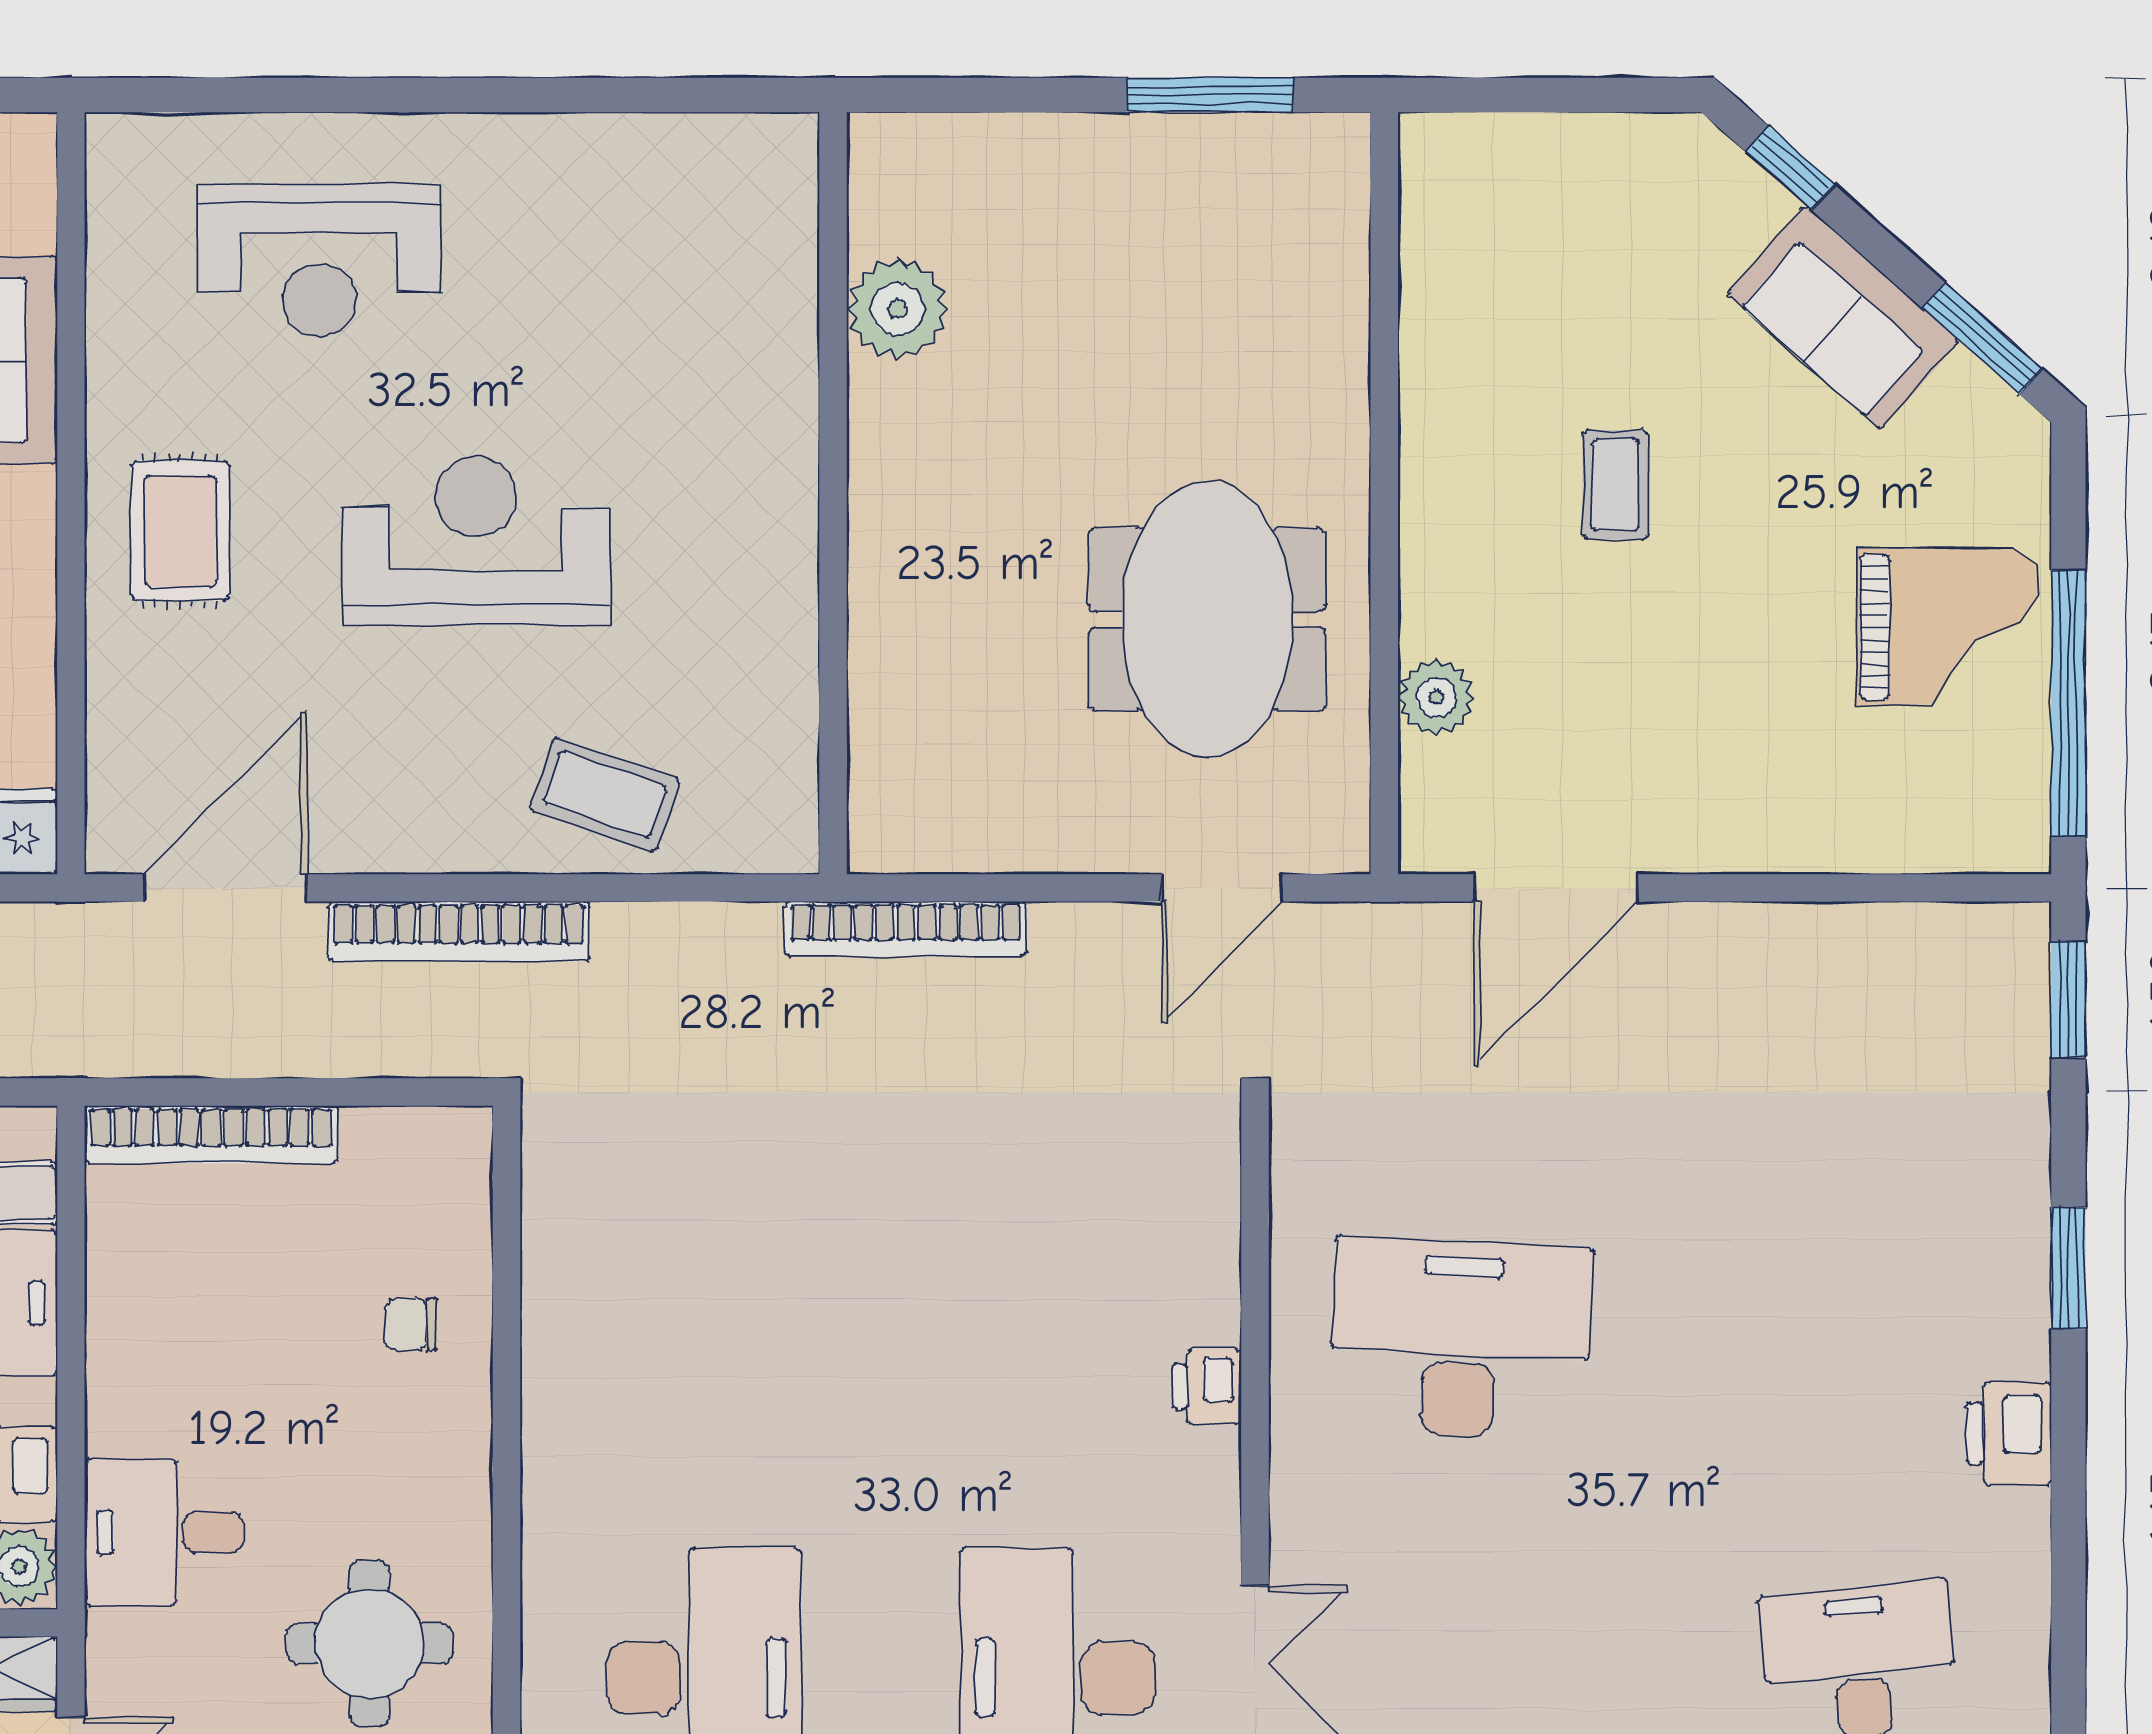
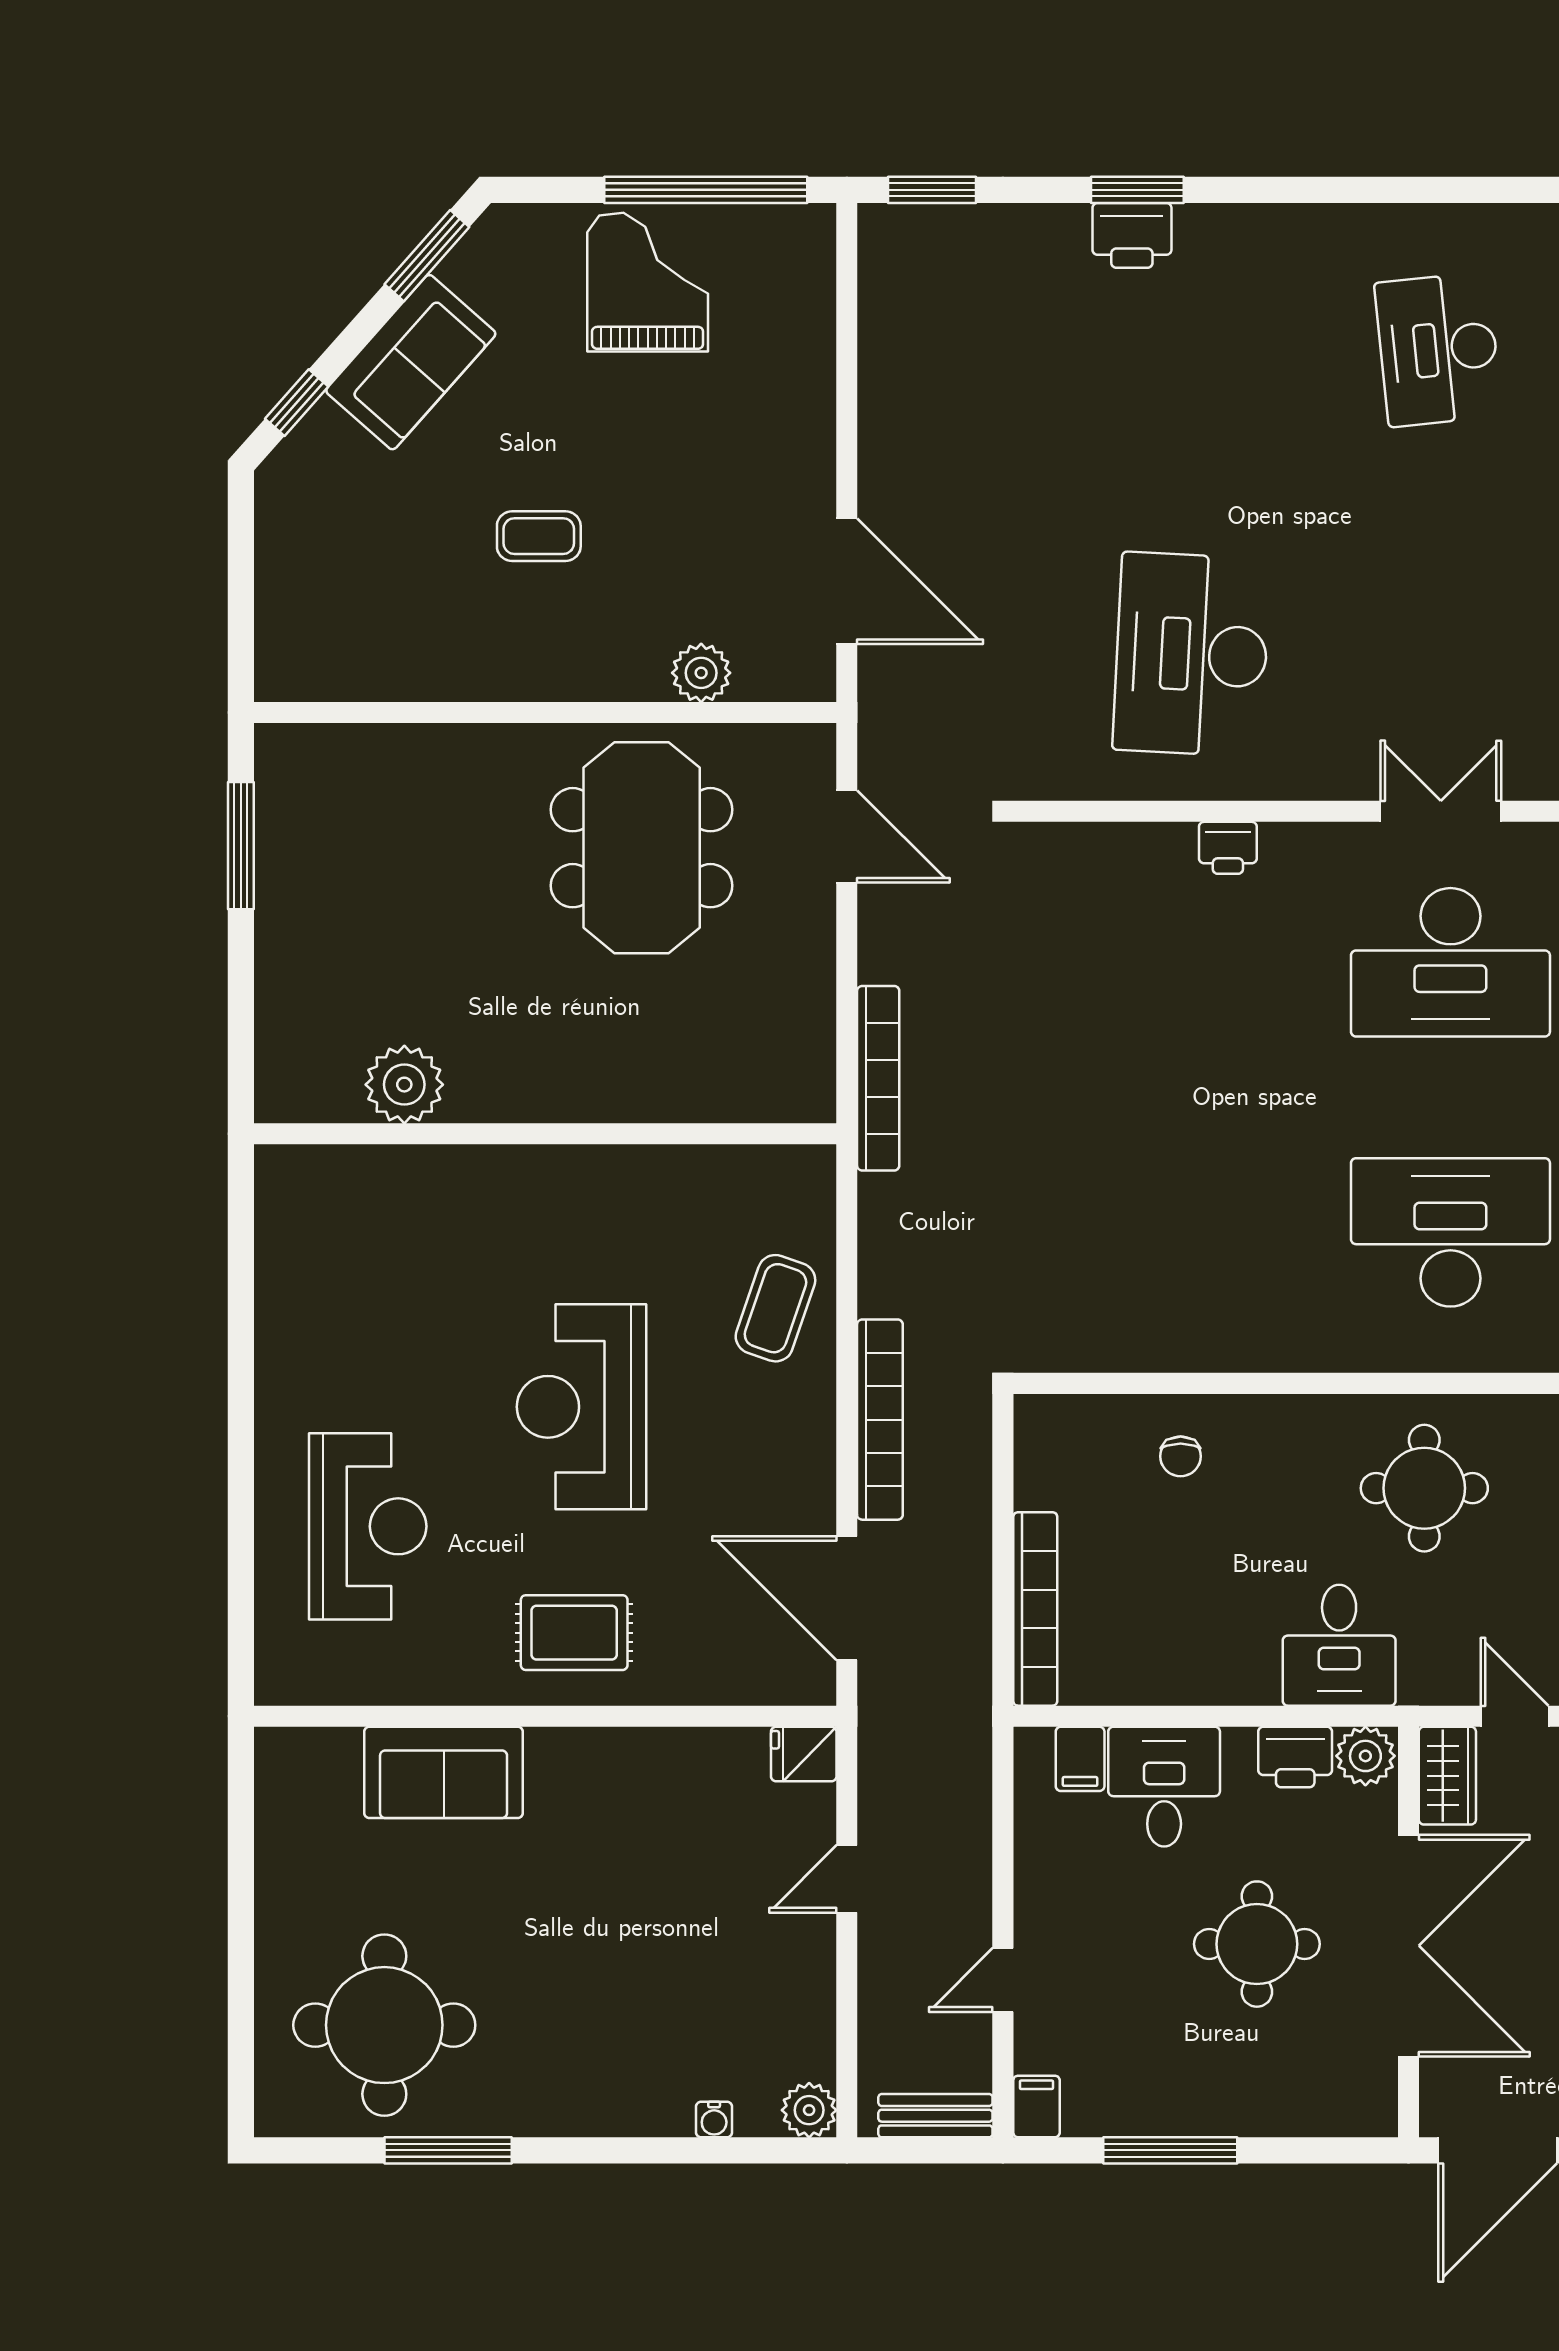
meeting table: (1207, 619) -> (642, 848), turned 90
printer: (2009, 1433) -> (1132, 235), moved

